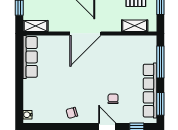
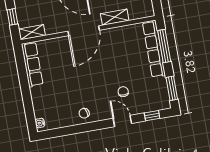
shelving: (135, 26) -> (115, 17), moved
row of seats: (150, 91) -> (154, 49), moved

